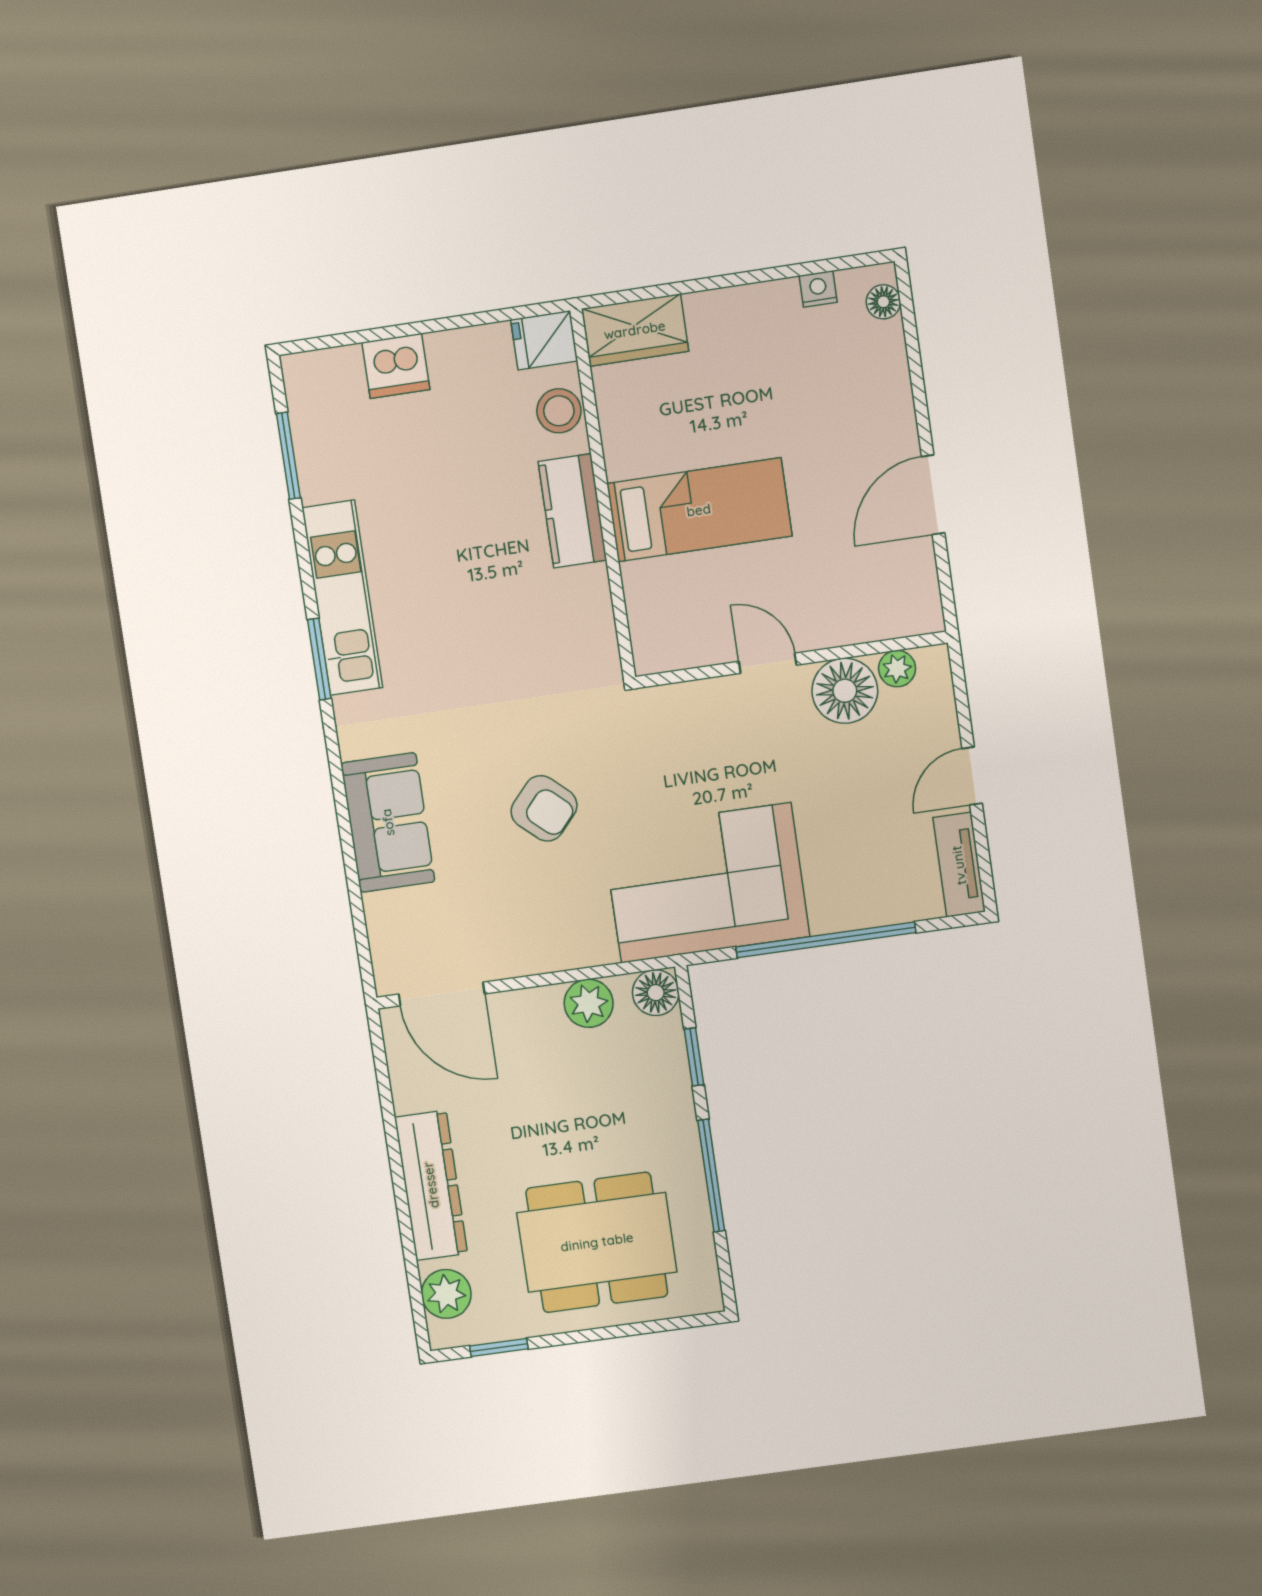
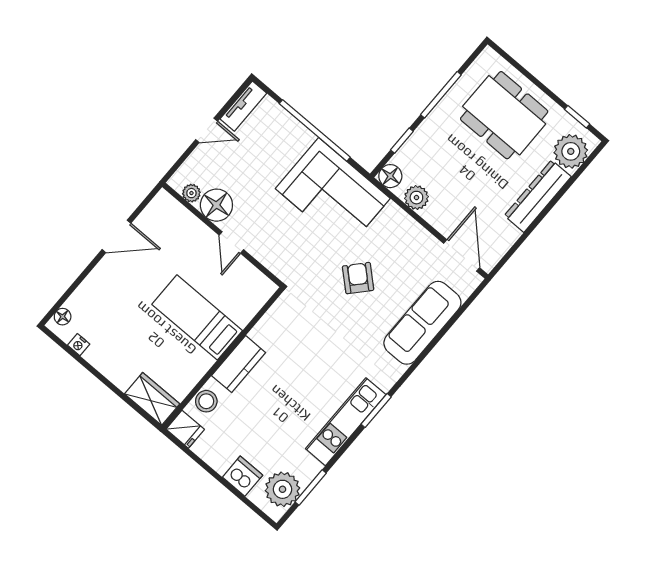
plant: (323, 410) -> (282, 489), added
sofa: (388, 822) -> (422, 323), width x1.36
plant: (446, 1294) -> (571, 151), width x1.36, depth x1.36

